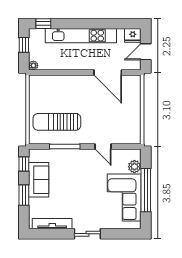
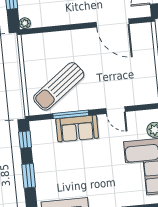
sun lounger: (57, 122) -> (59, 86), turned -37
sofa: (39, 180) -> (77, 128), moved, turned 90

